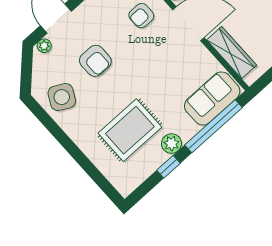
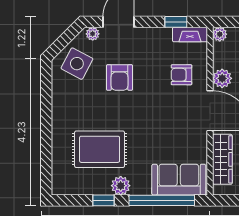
side table: (62, 97) -> (77, 64), moved

